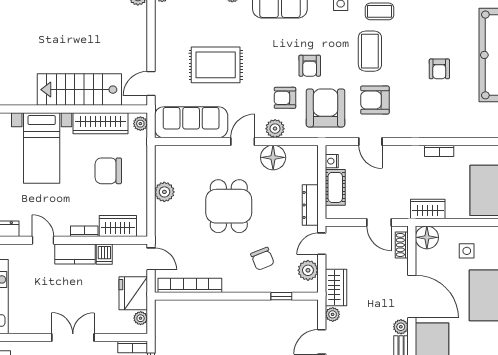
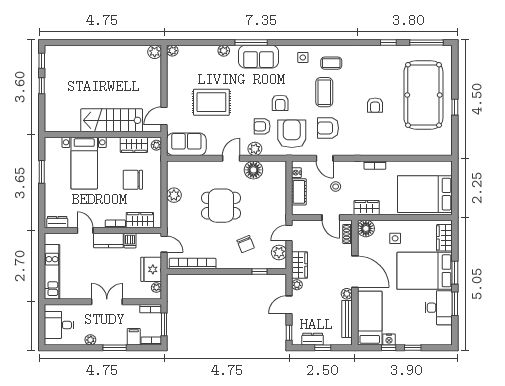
sofa: (191, 122) -> (186, 144), width x0.73
wardrobe: (101, 123) -> (134, 145), width x0.67
stool: (385, 180) -> (336, 186), added
dresser: (310, 205) -> (281, 205), removed
dining table: (229, 206) -> (221, 206), turned 90

